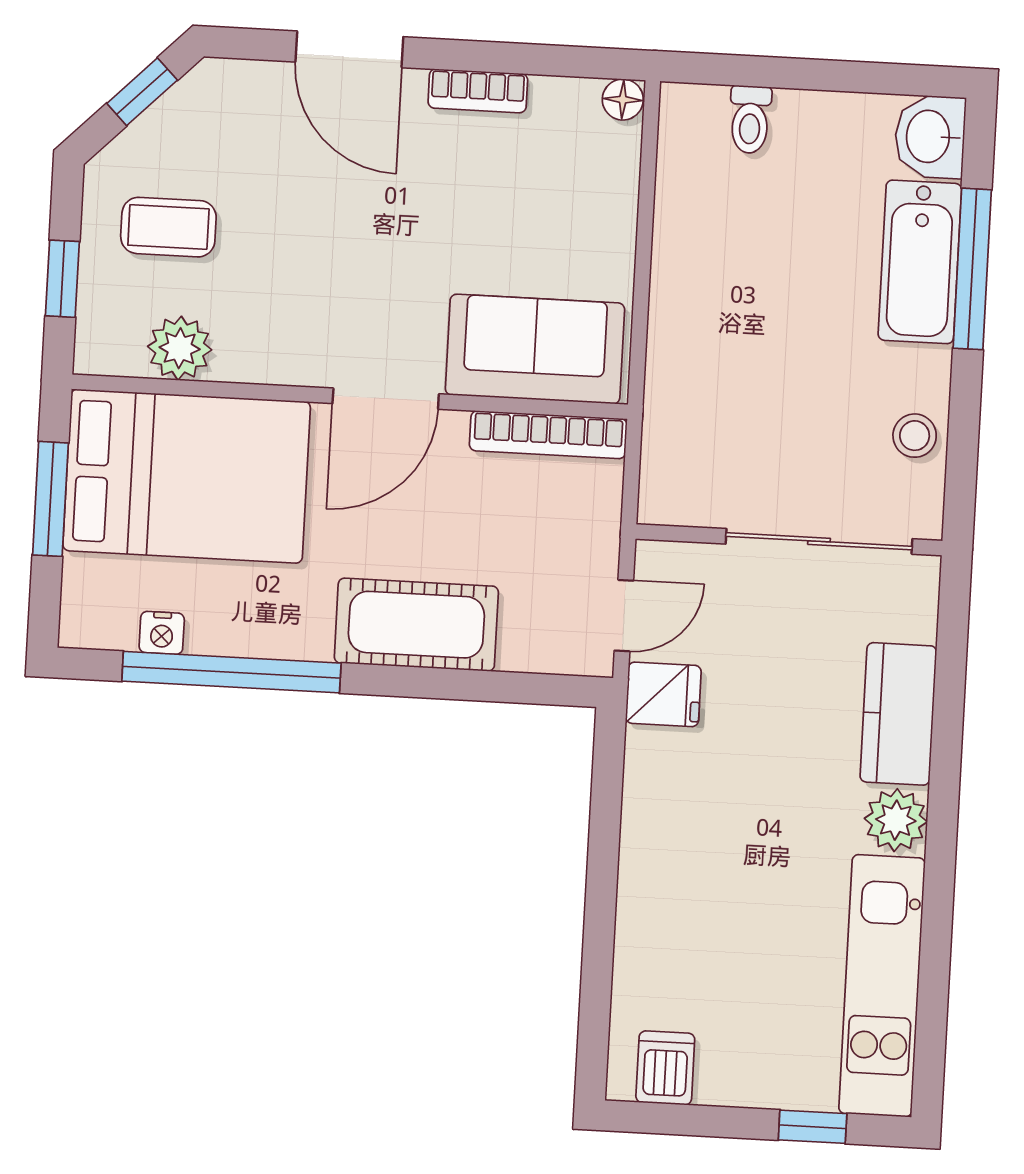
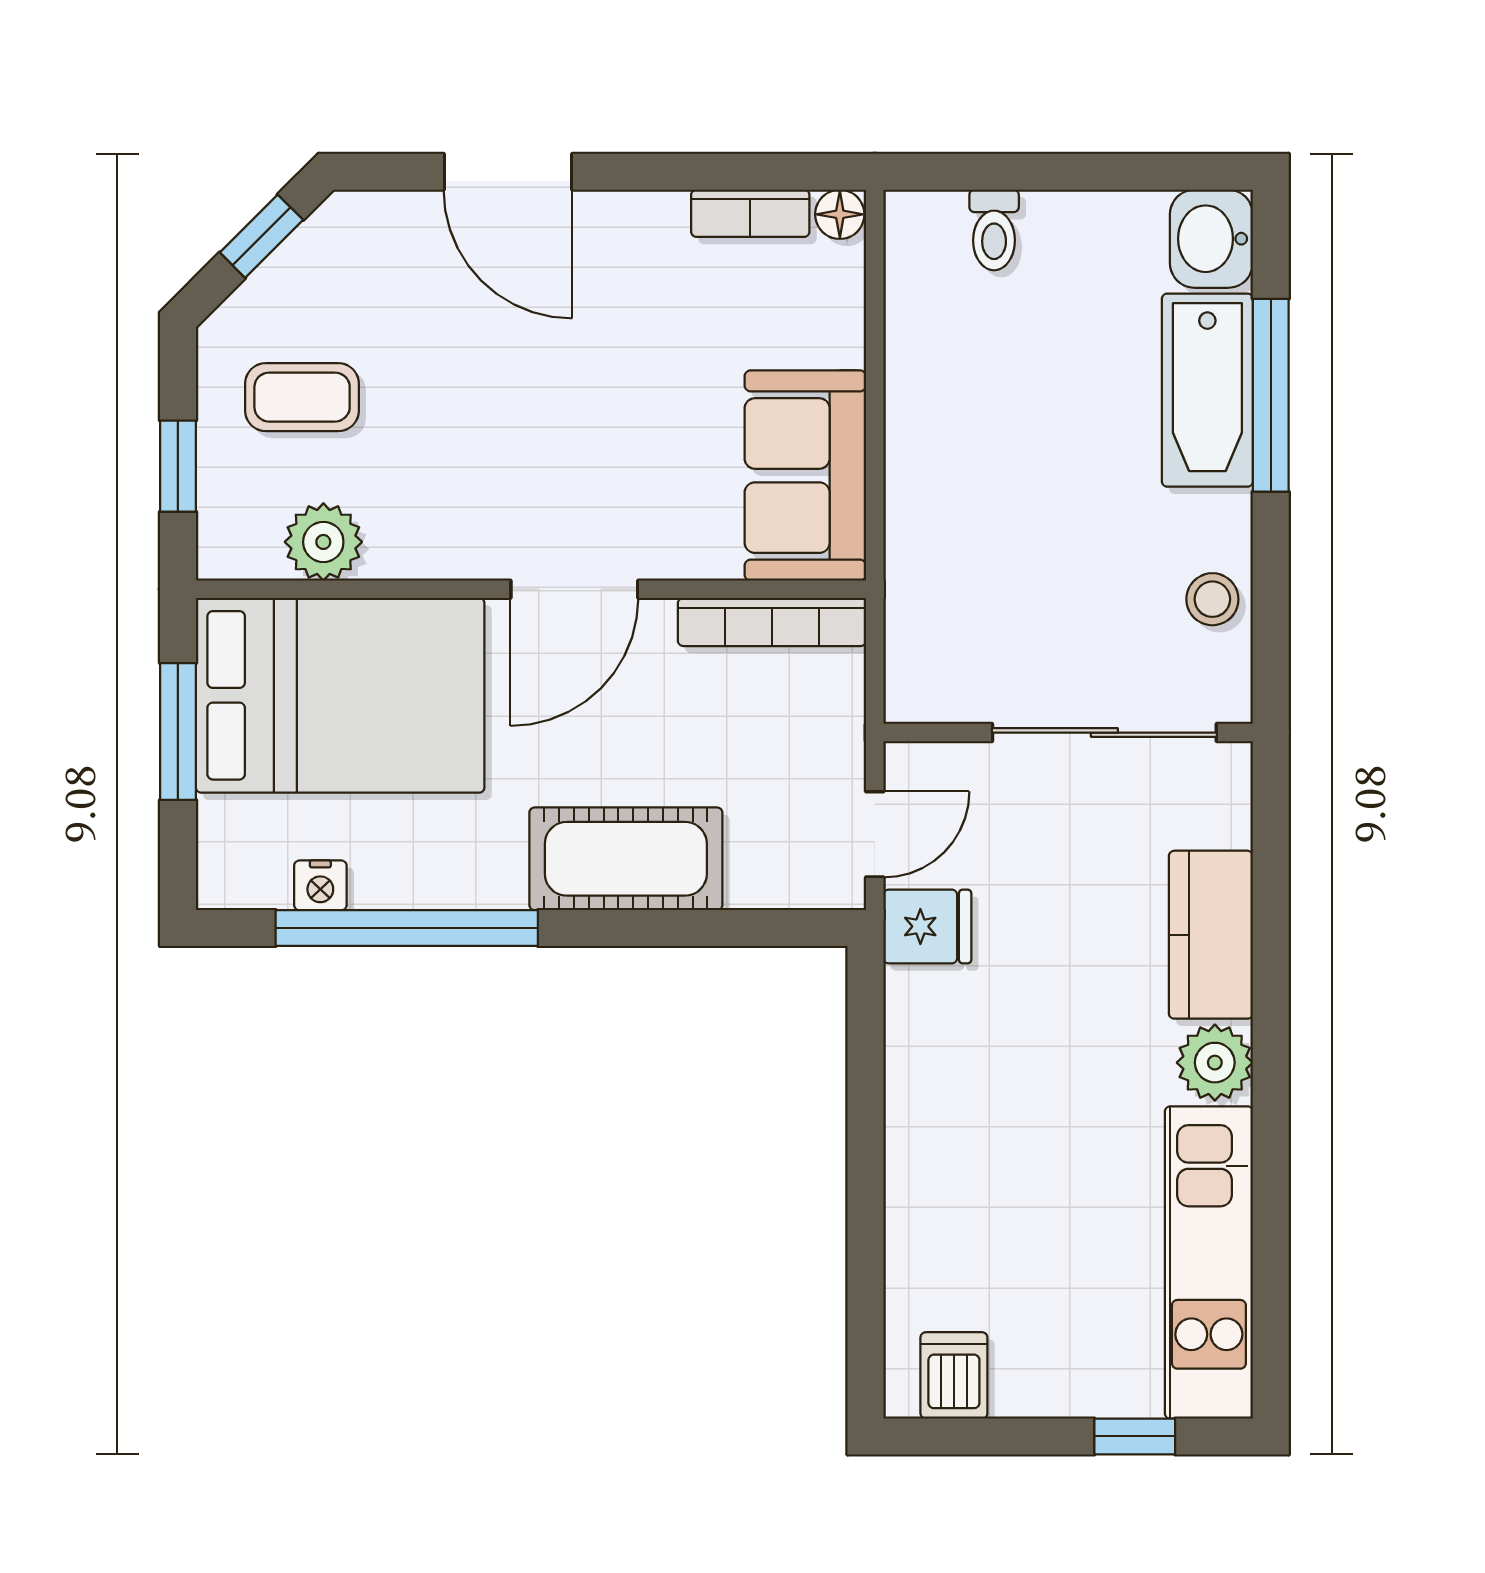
bookcase: (478, 91) -> (750, 213), moved
sofa: (535, 349) -> (805, 476), moved, turned -90

